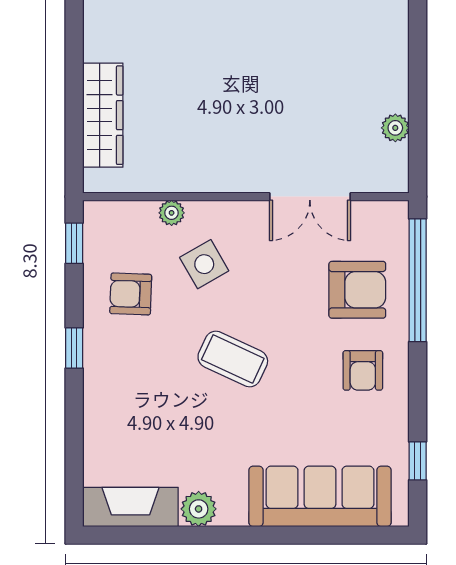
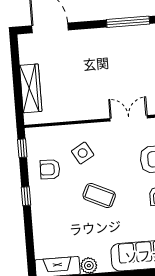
double door: (310, 197) -> (129, 118), swing flipped
plant: (172, 213) -> (66, 131), removed

